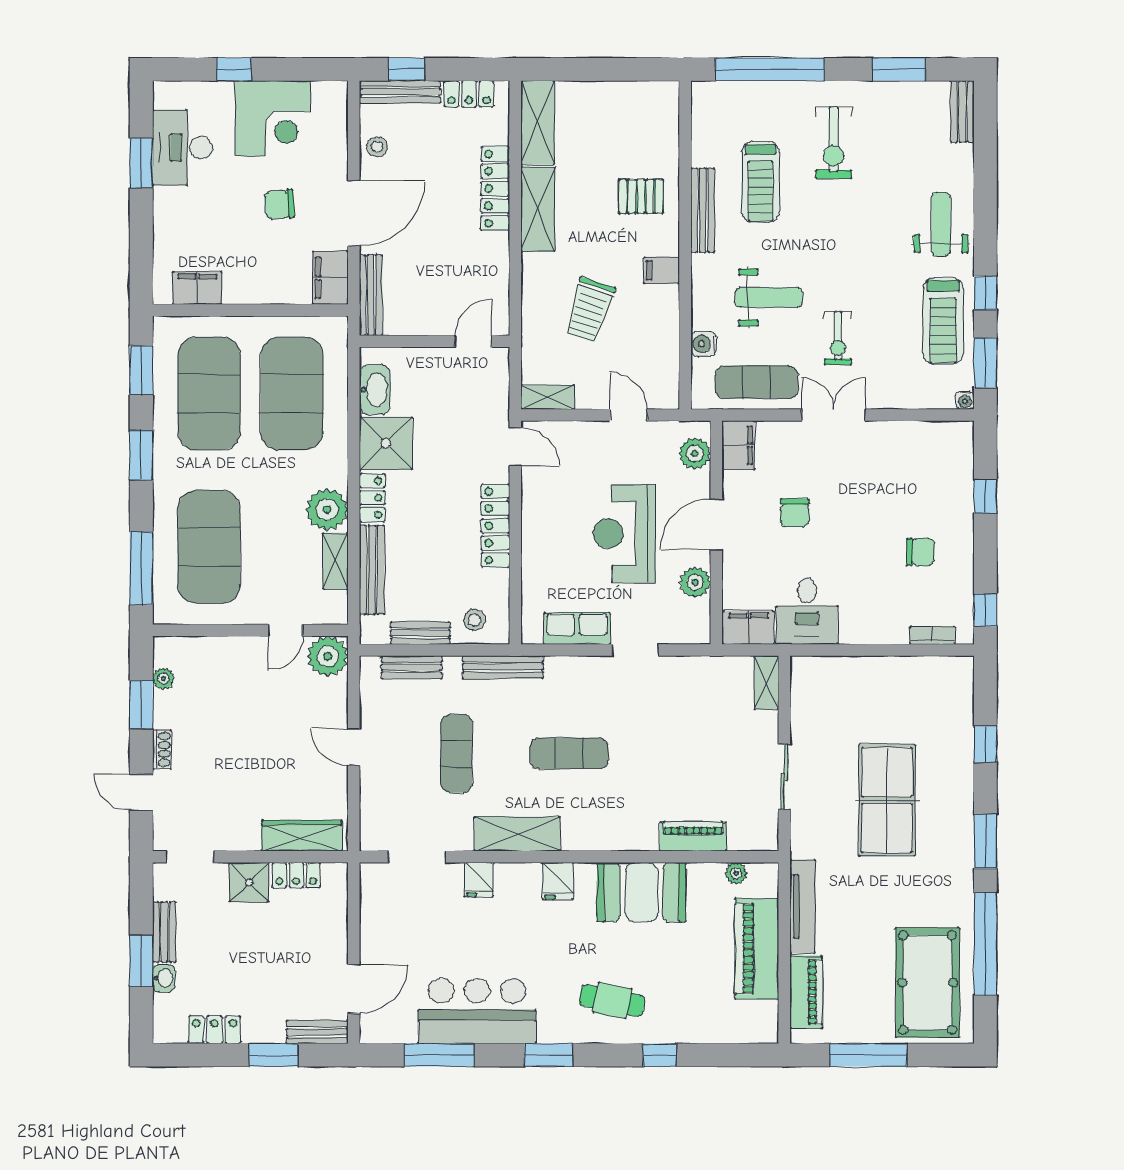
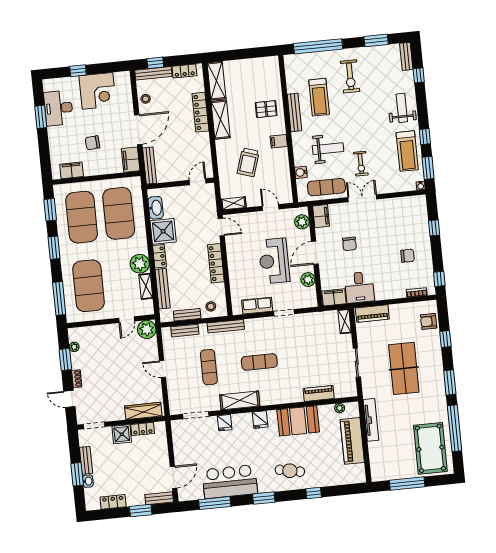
window: (985, 156) -> (419, 75), added
chair: (280, 205) -> (92, 143), moved
armchair: (952, 702) -> (429, 321), added
piano: (806, 992) -> (372, 314), moved, turned 90

